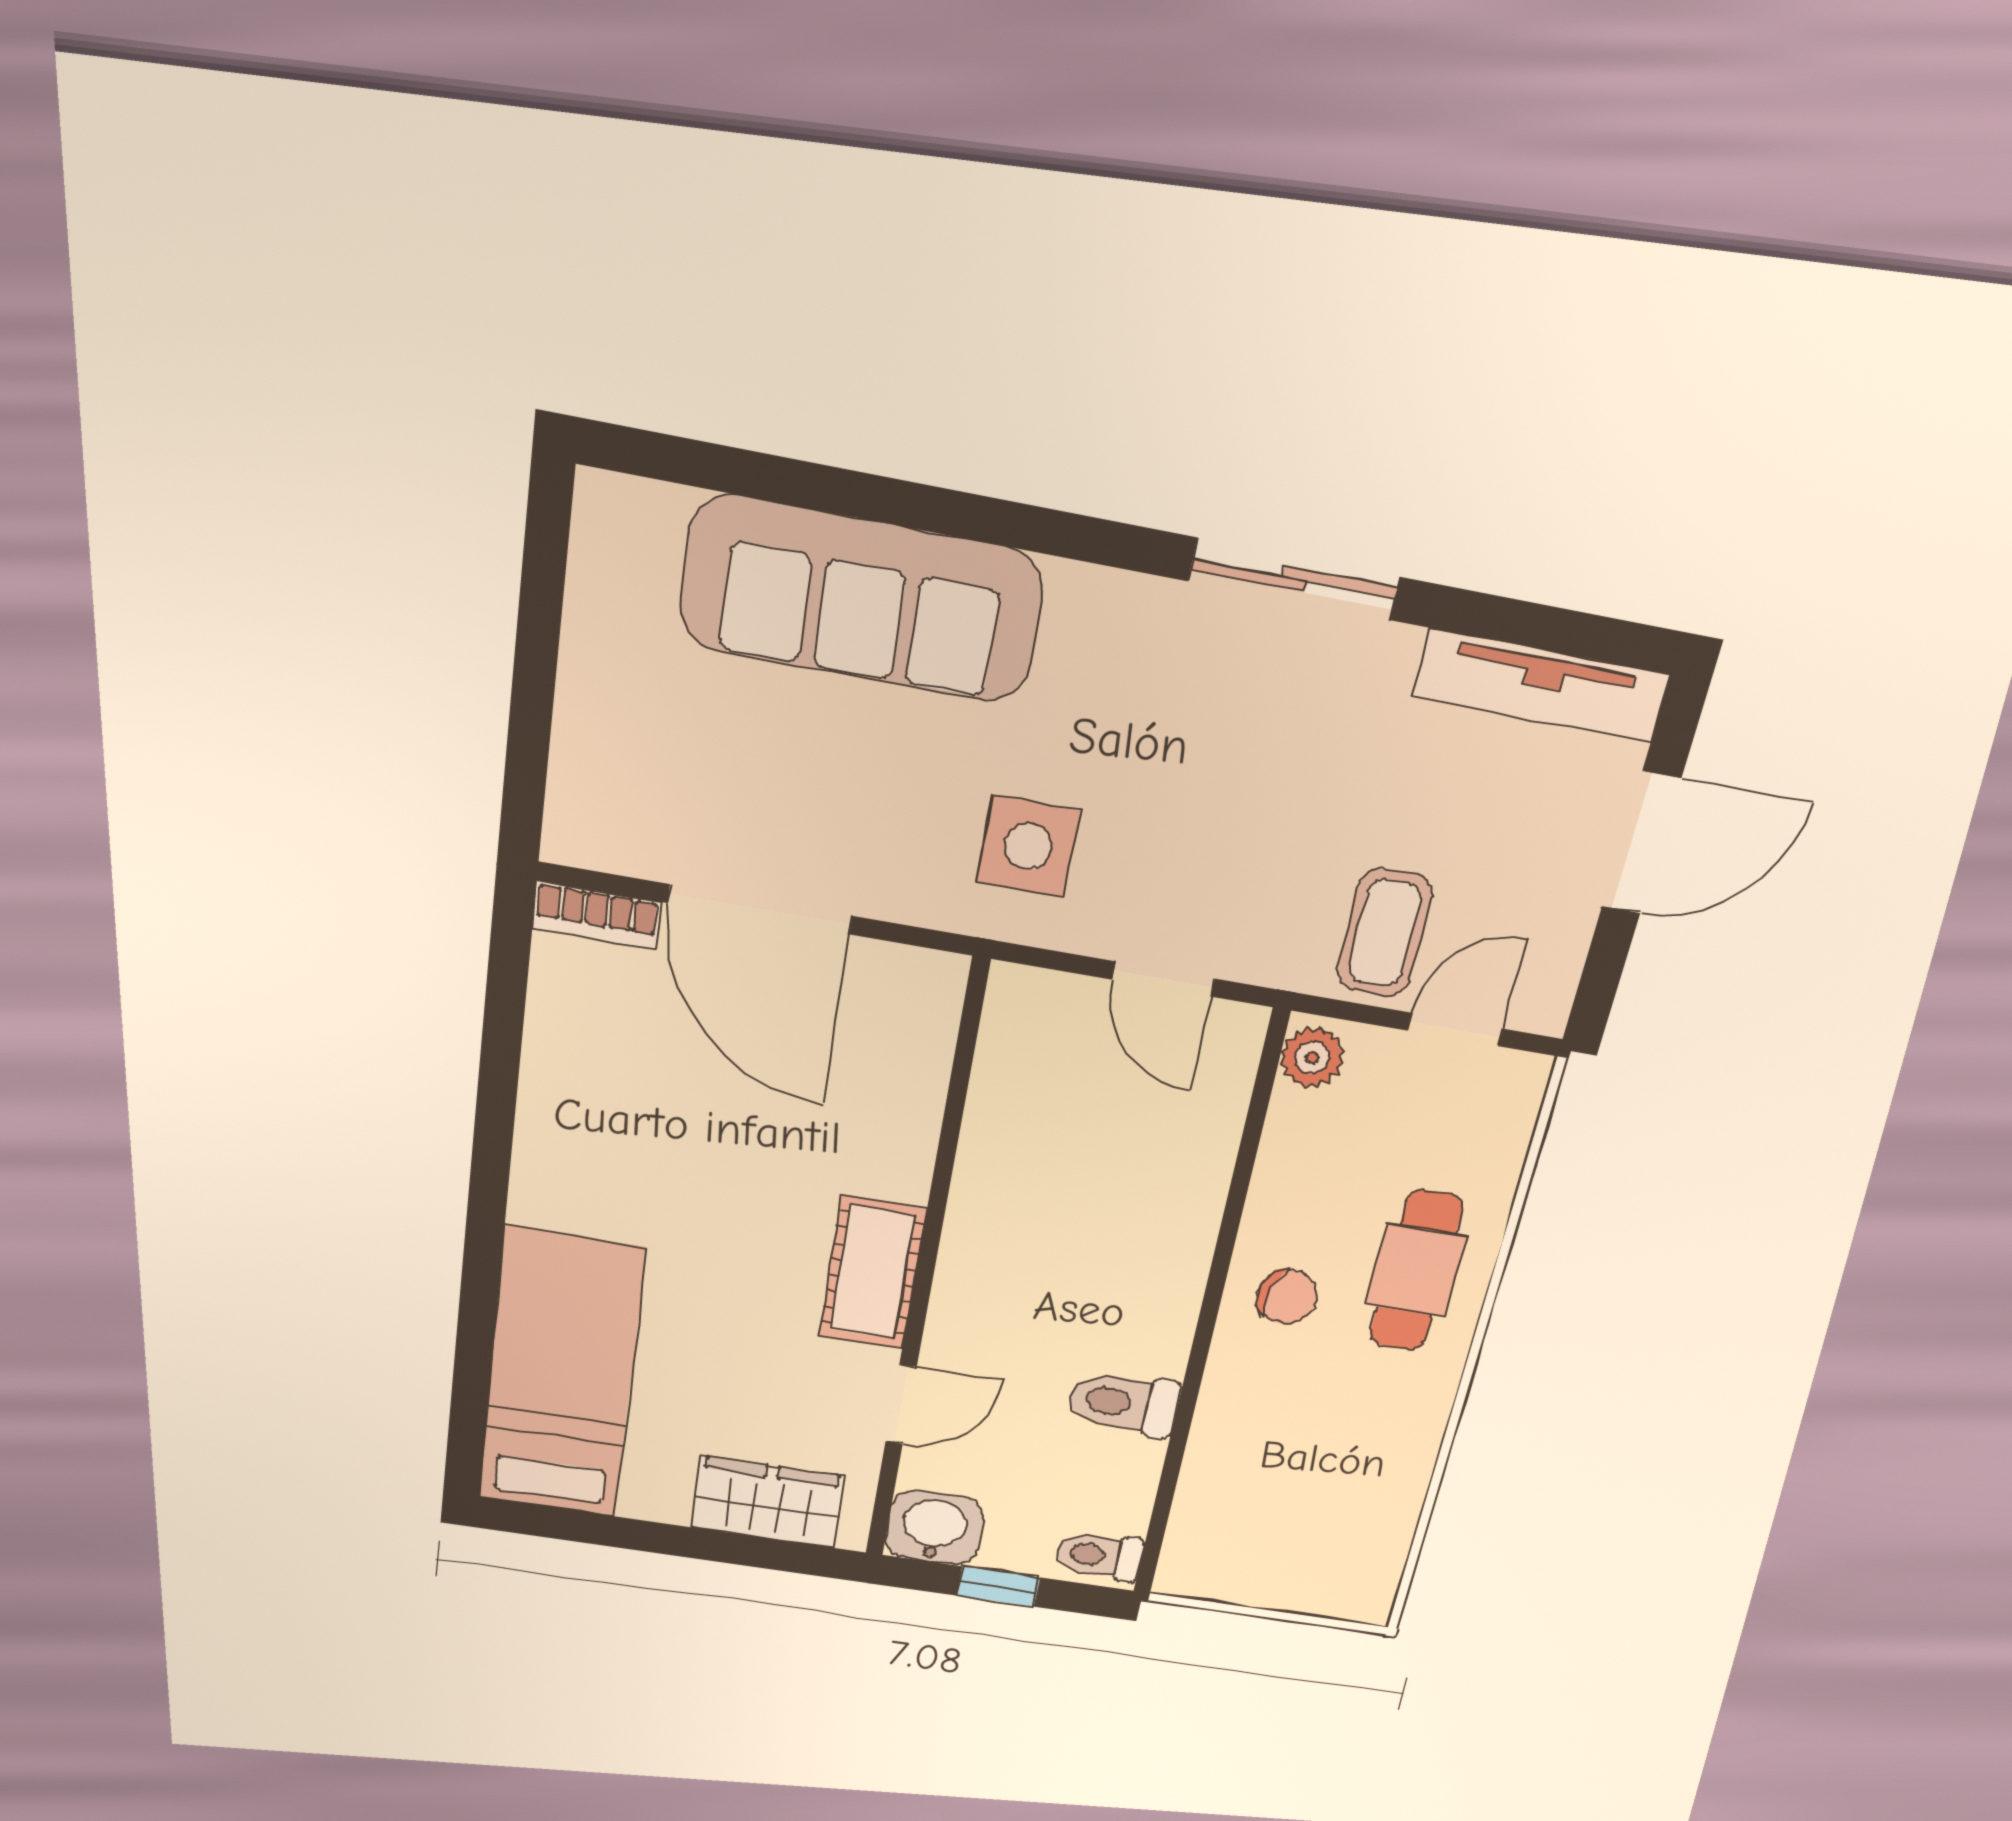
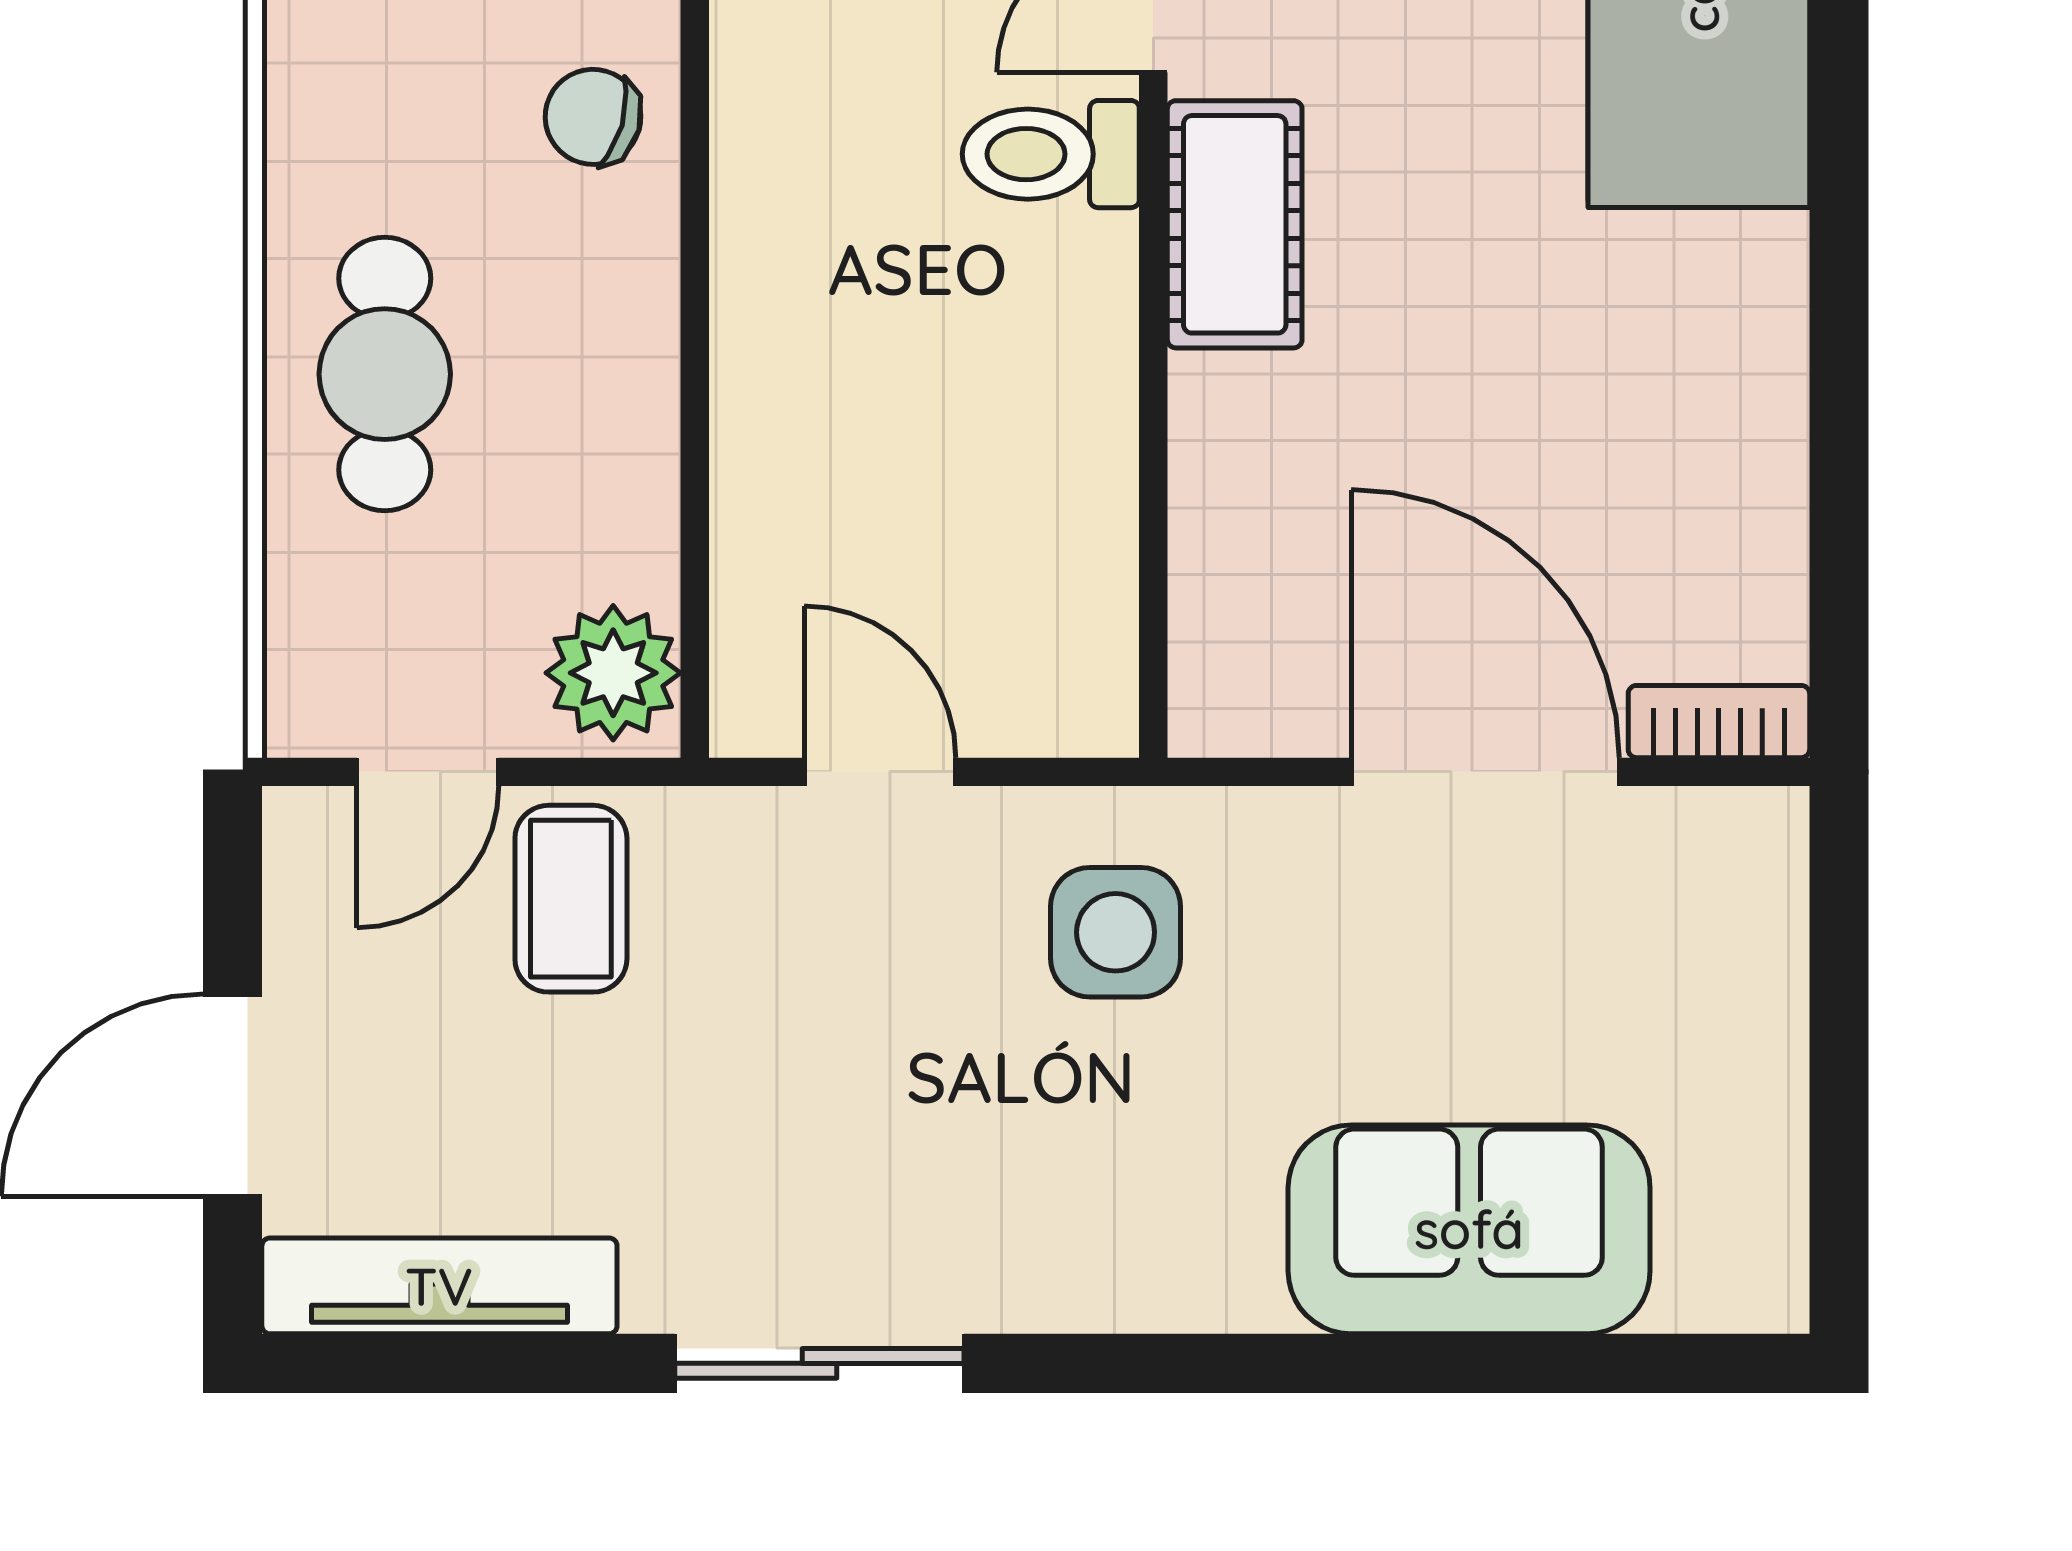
sofa: (862, 600) -> (1469, 1229), width x0.73
plant: (1312, 1057) -> (613, 673), width x1.38, depth x1.38
chair: (1287, 1297) -> (593, 117), moved
toilet: (1123, 1403) -> (1051, 154), moved, turned 180

